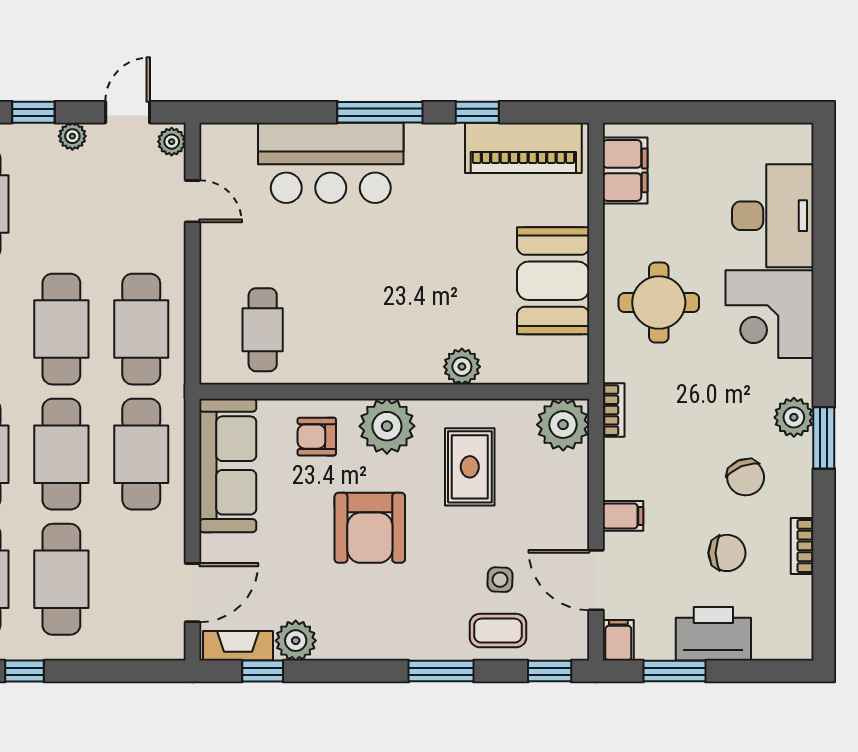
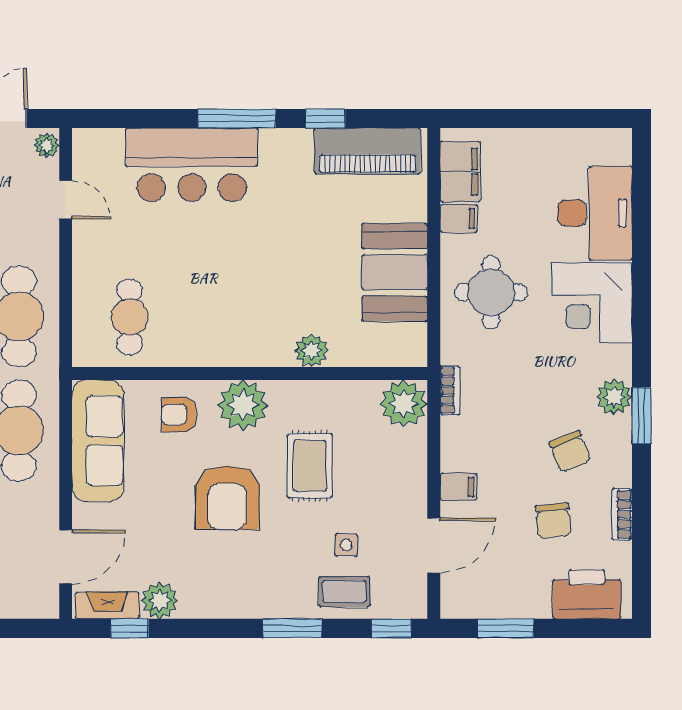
rug: (470, 467) -> (310, 466), moved
chair: (727, 553) -> (553, 521), turned 84
door: (596, 580) -> (434, 545), swing flipped
printer: (713, 634) -> (587, 594), moved
filing cabinet: (618, 640) -> (459, 219), moved, turned 90

